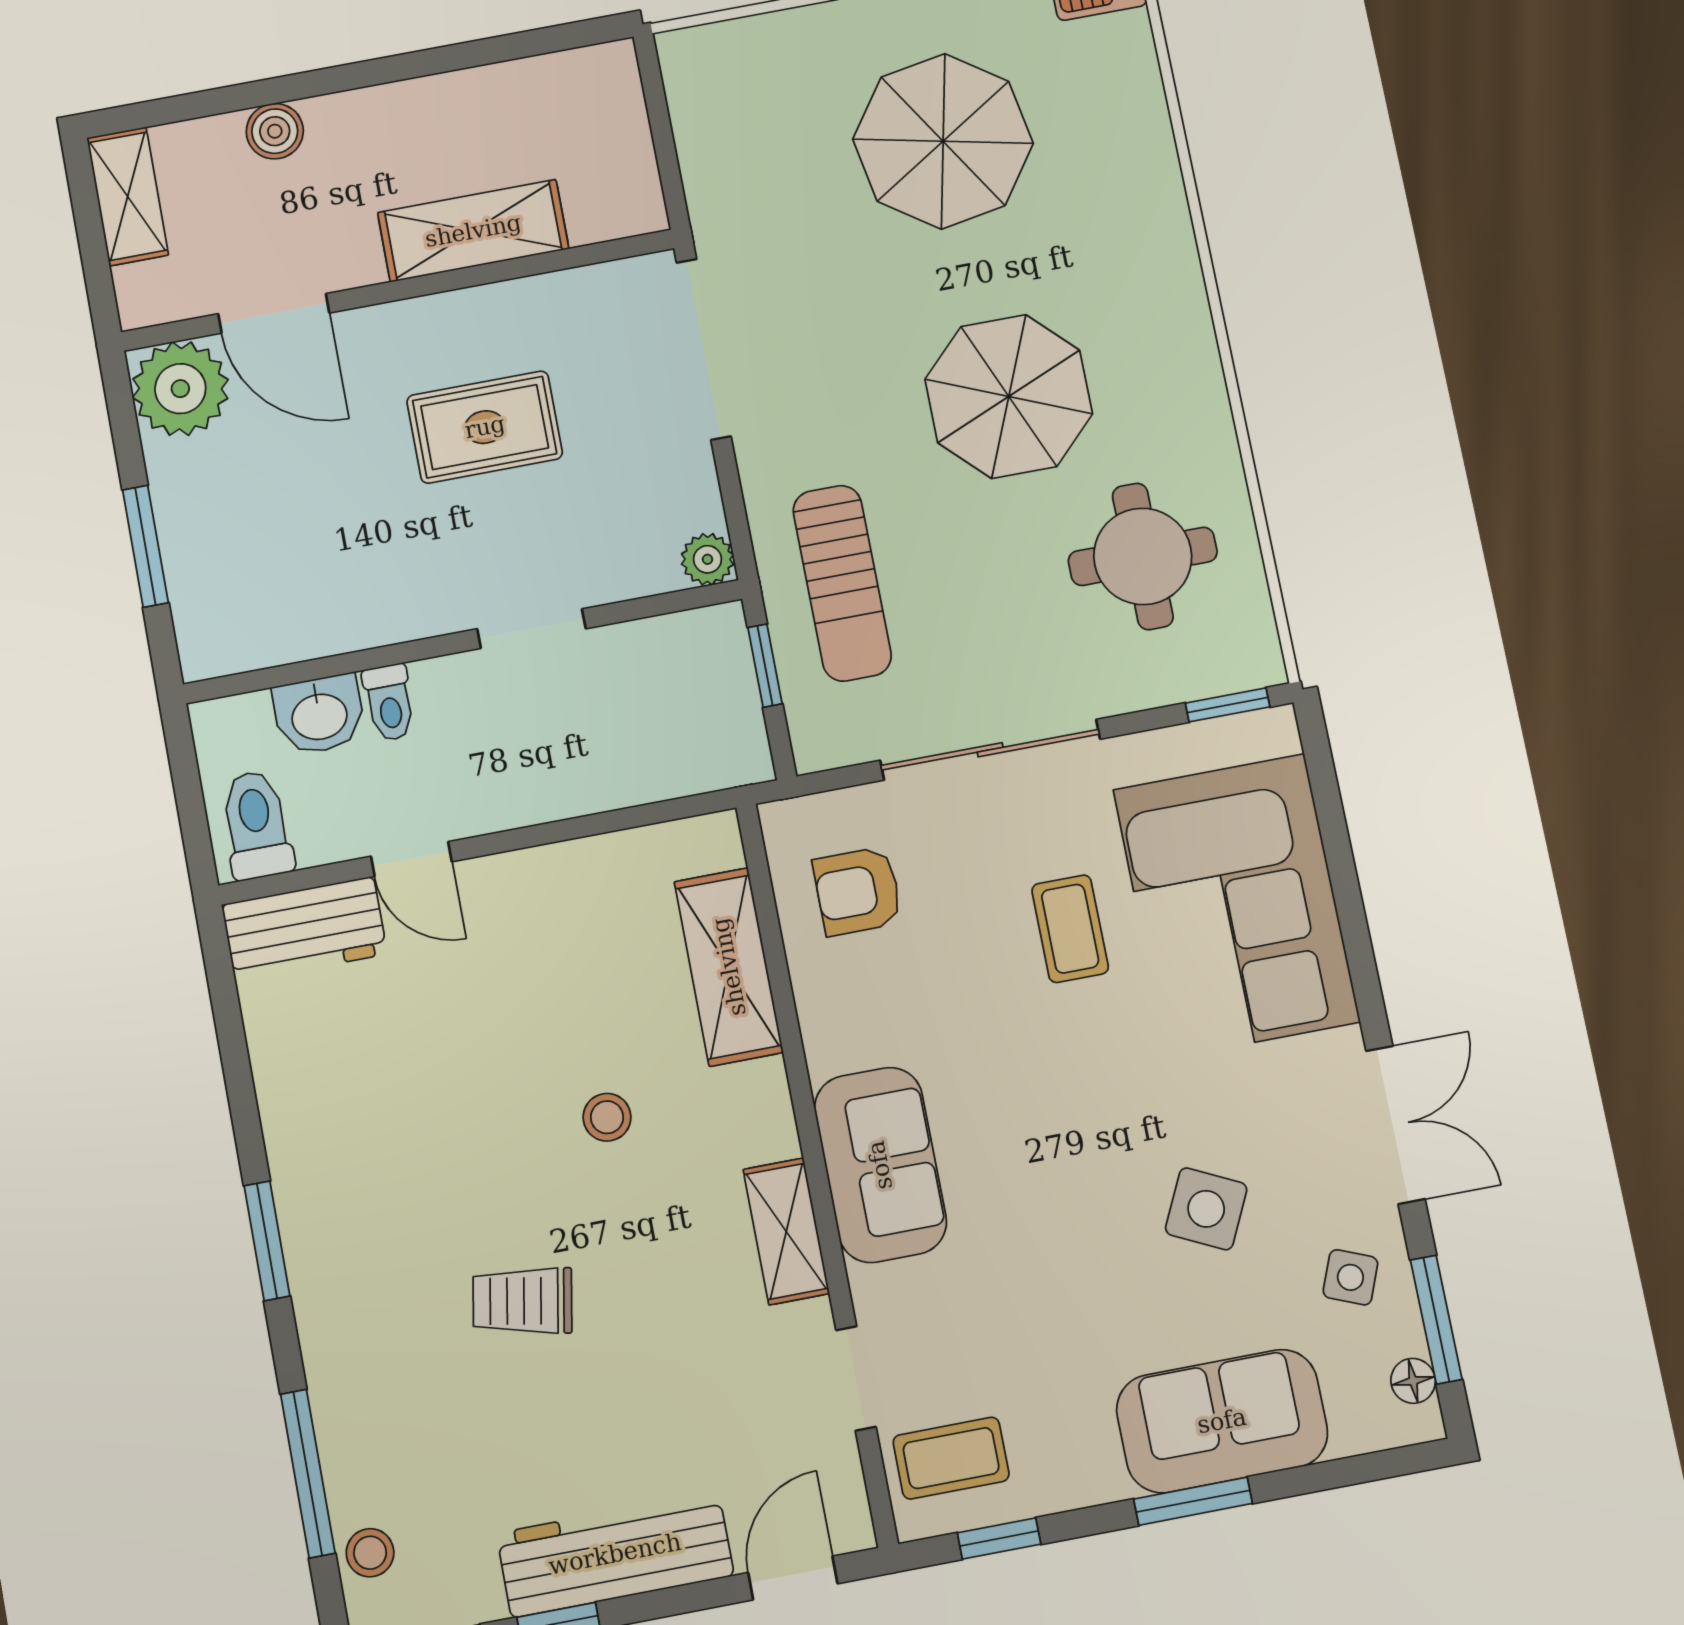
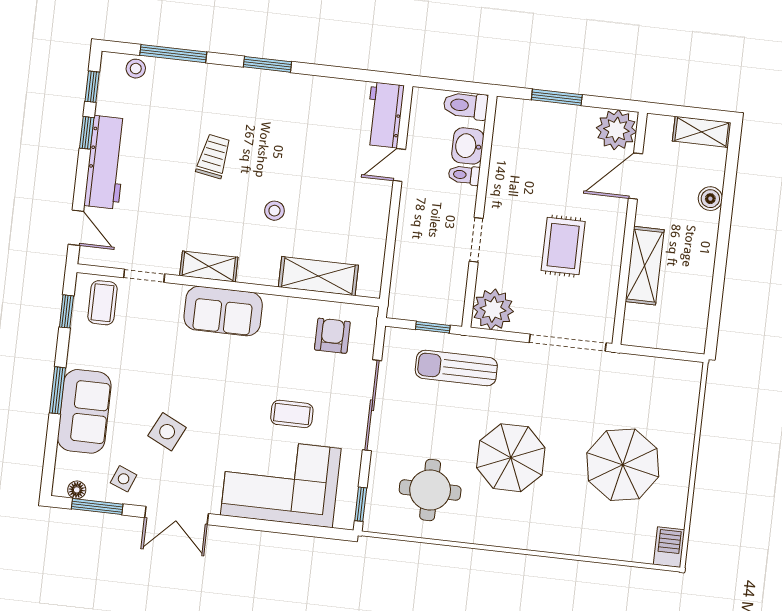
plant: (707, 559) -> (493, 309), width x1.87, depth x1.87
toilet: (256, 825) -> (466, 106), moved, turned 180

